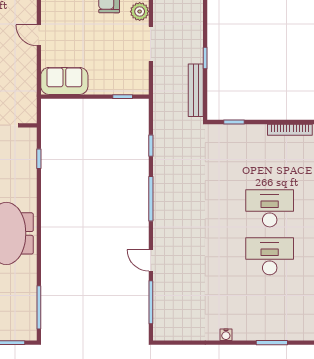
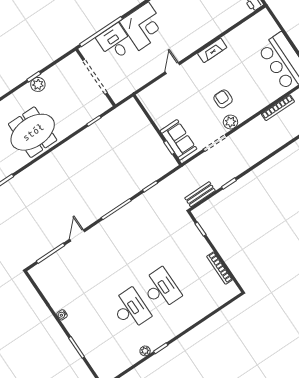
sofa: (64, 81) -> (178, 140), moved
bench: (196, 90) -> (200, 194), width x0.73

